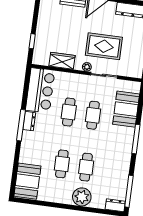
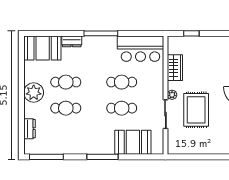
dresser: (29, 121) -> (72, 41), moved
plant: (82, 197) -> (34, 93), moved
dresser: (115, 205) -> (30, 129), moved

